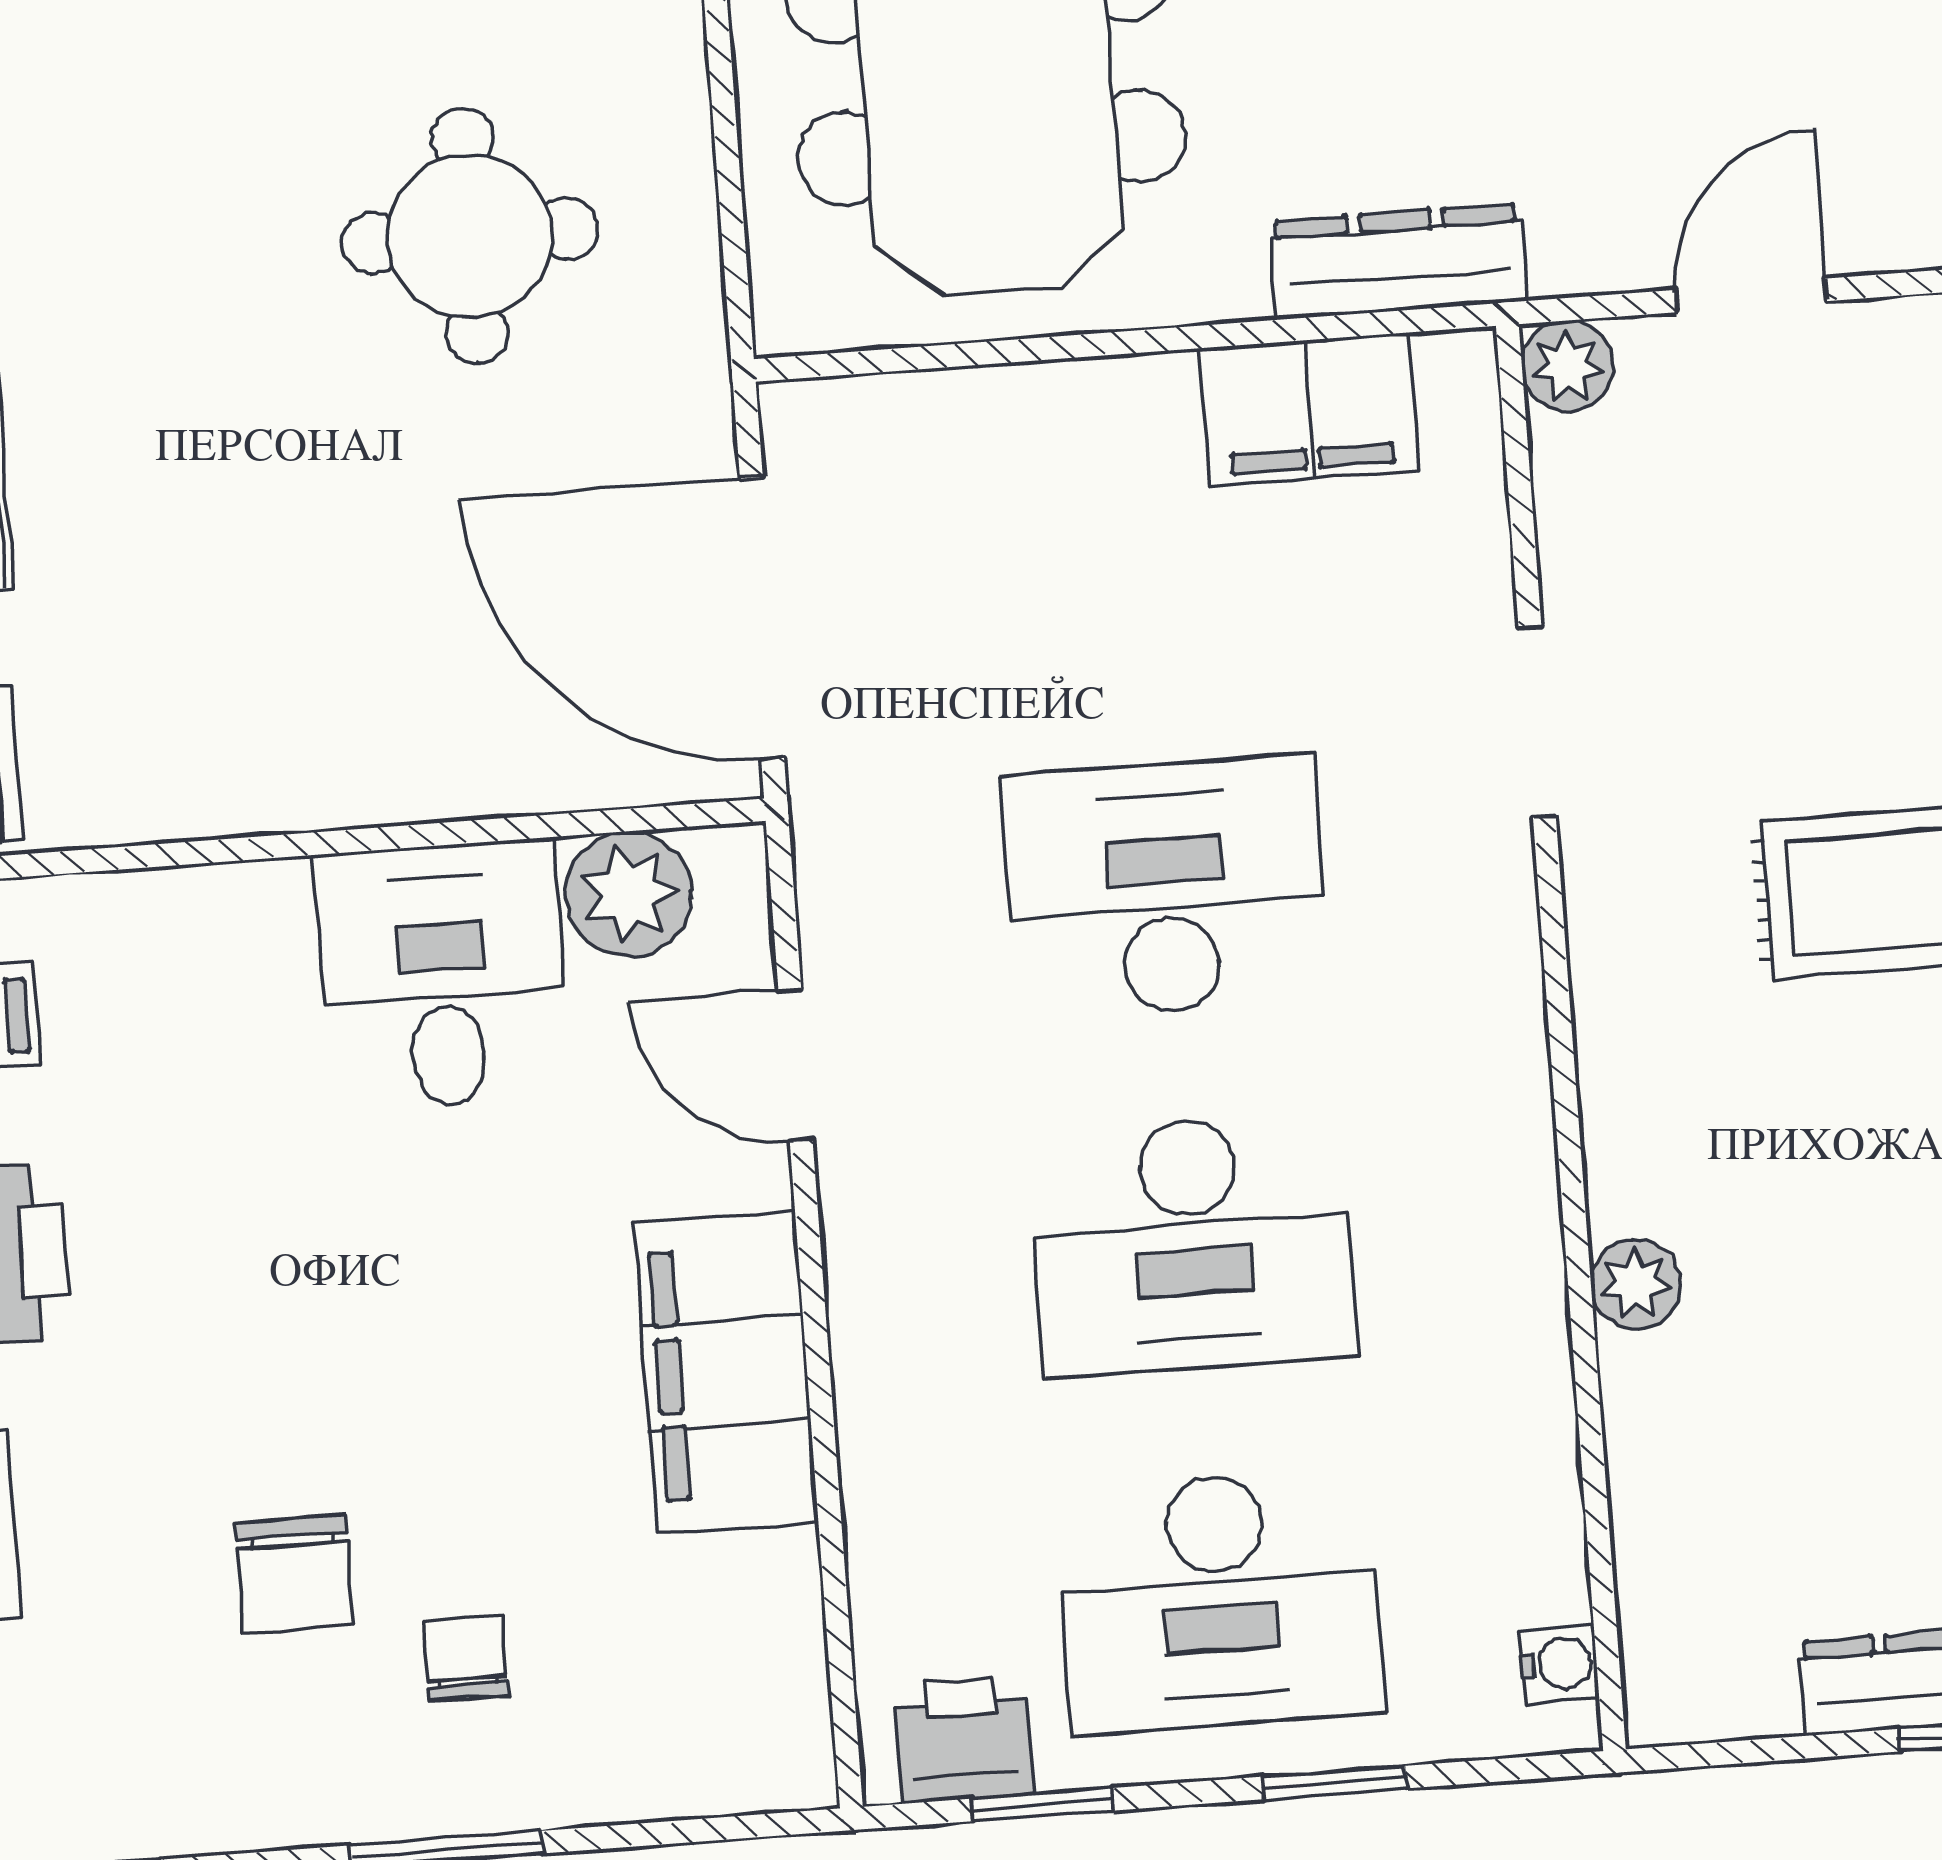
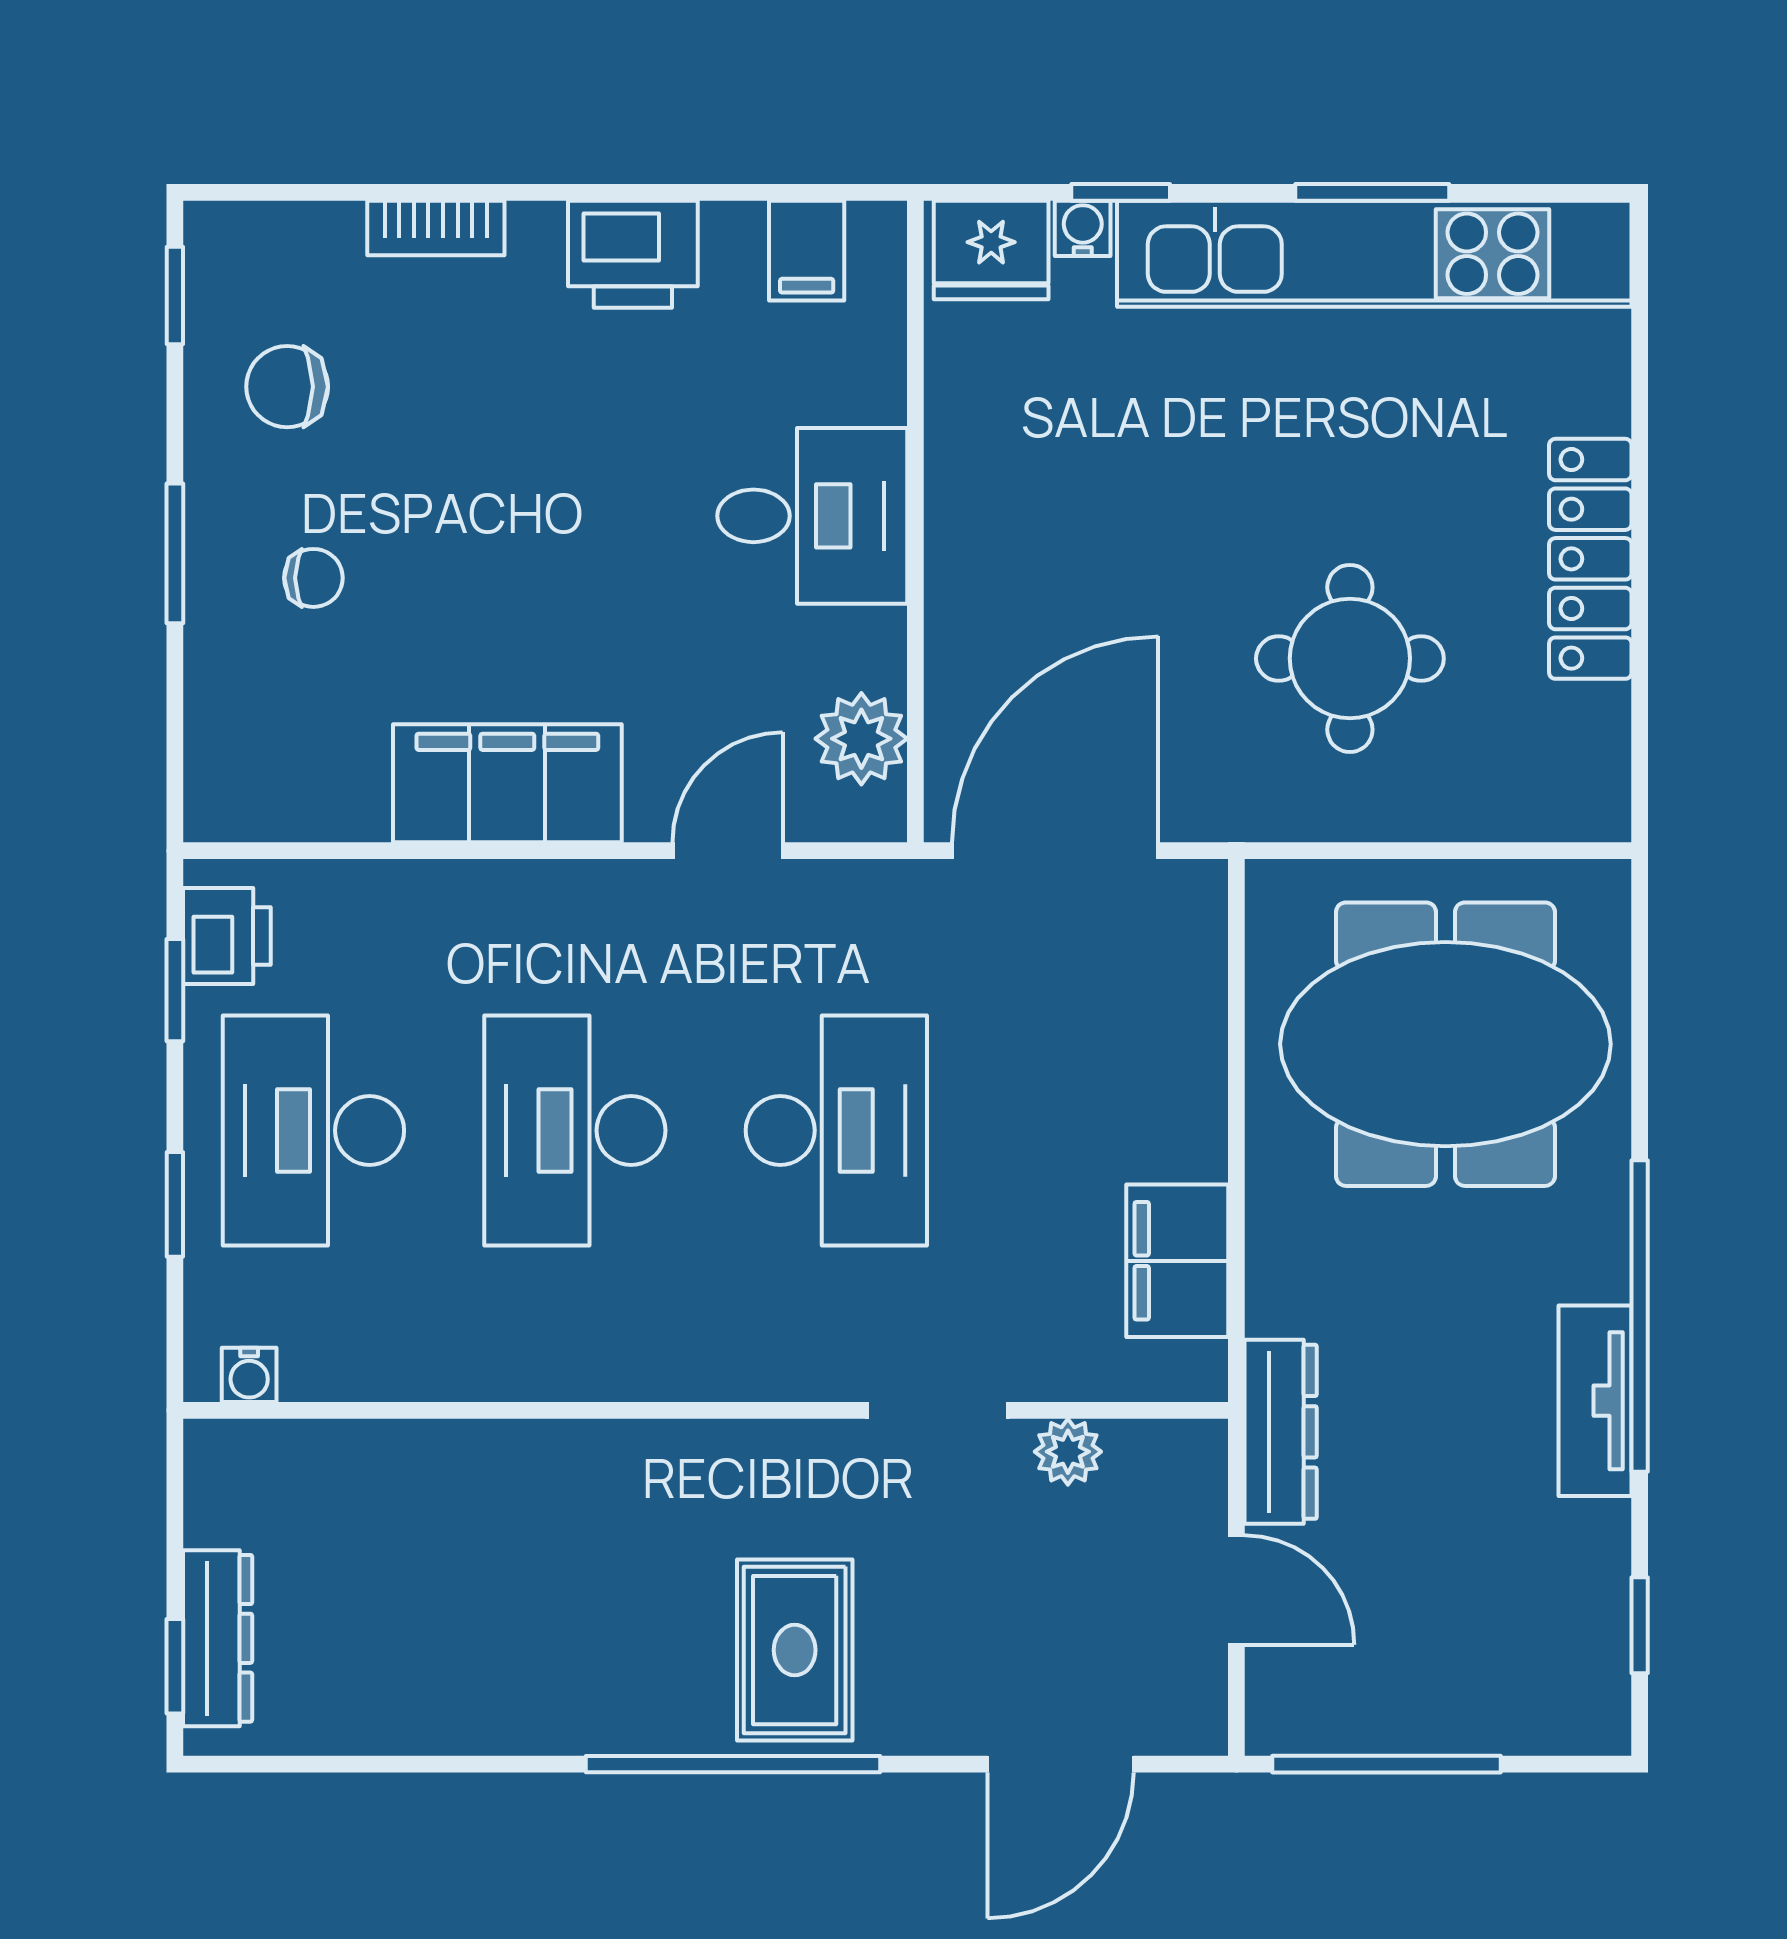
dresser: (1398, 261) -> (1281, 1432), moved
plant: (1567, 366) -> (1068, 1452), moved
desk: (443, 975) -> (812, 516), moved
plant: (1636, 1284) -> (522, 1451), removed
chair: (294, 1574) -> (287, 387), moved

